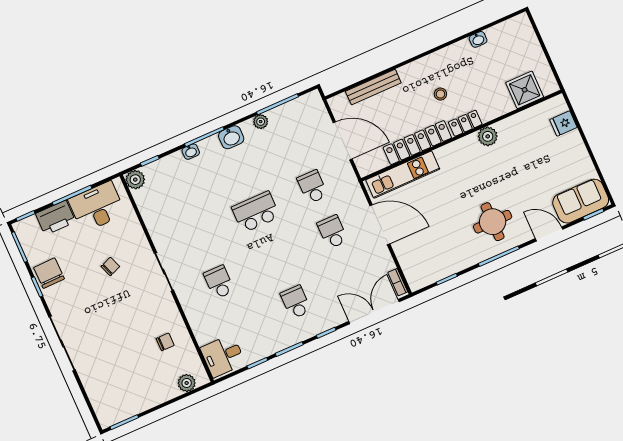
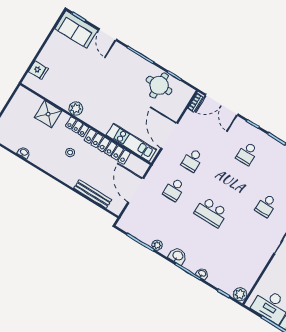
shower: (525, 90) -> (48, 114), moved
round table: (493, 222) -> (159, 85), moved

